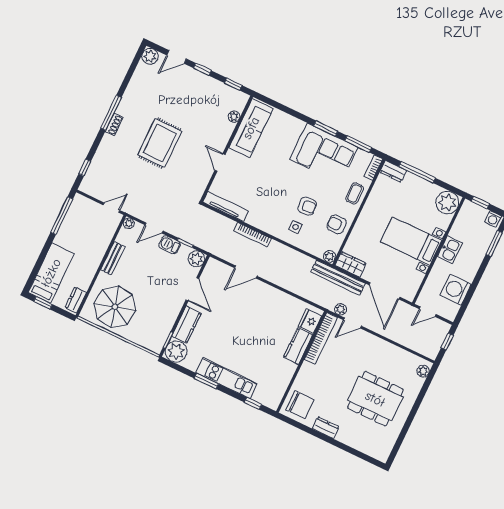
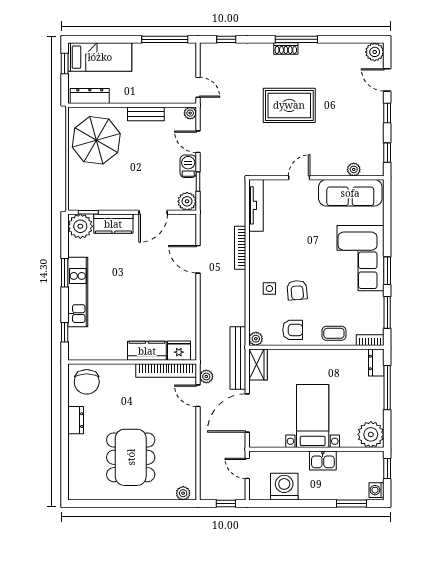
corner sofa: (324, 153) -> (361, 258), moved
armchair: (337, 224) -> (293, 330), turned 90
dresser: (76, 300) -> (90, 96), width x1.44

